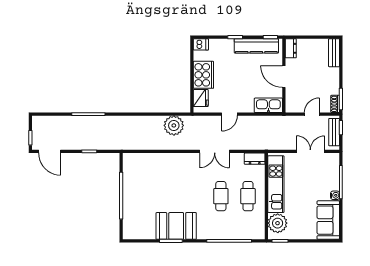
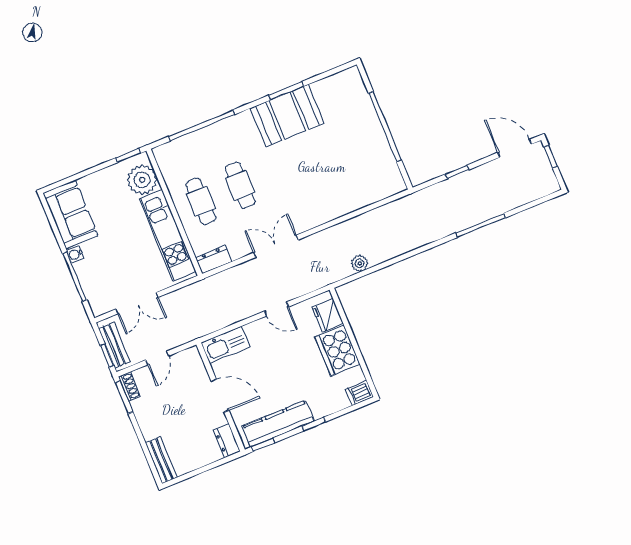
door: (229, 114) -> (276, 309), swing flipped
plant: (174, 125) -> (360, 264), width x0.53, depth x0.53

